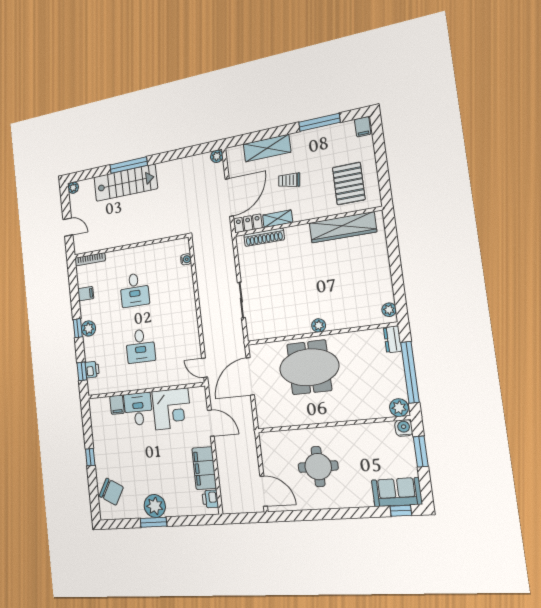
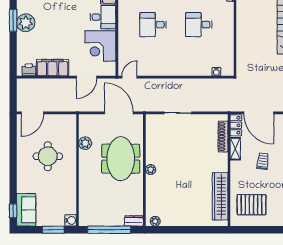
plant: (399, 408) -> (85, 143), moved

